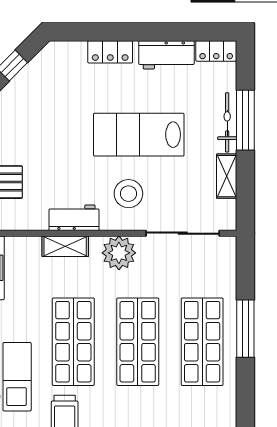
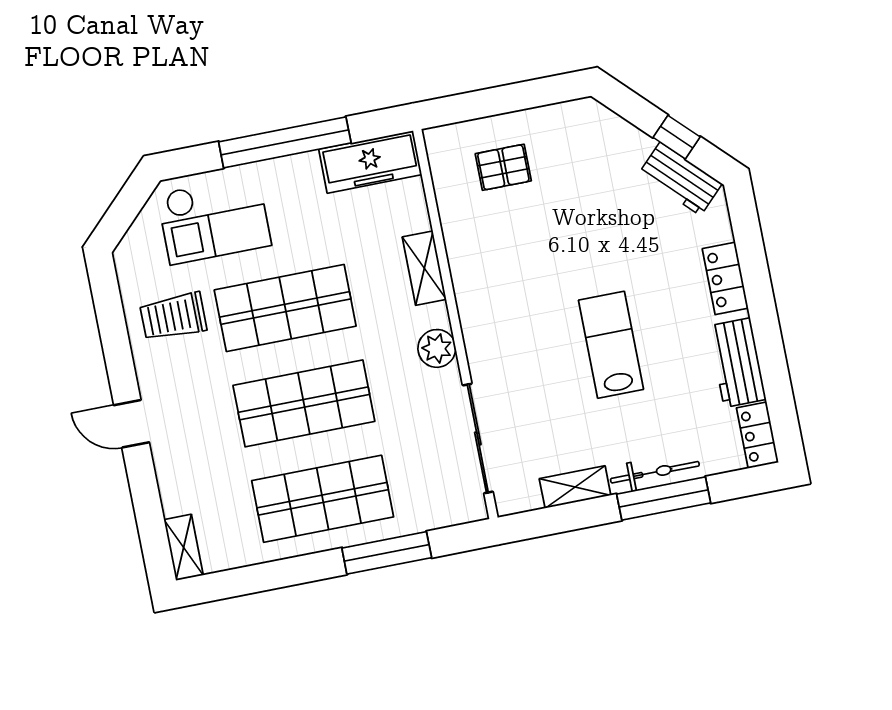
lab bench: (139, 135) -> (611, 345), width x0.73, depth x0.72
stool: (128, 194) -> (521, 347), removed
workbench: (74, 218) -> (680, 179), moved, turned 135
plant: (119, 253) -> (437, 348), width x0.73, depth x0.73
window: (245, 329) -> (387, 553), moved

